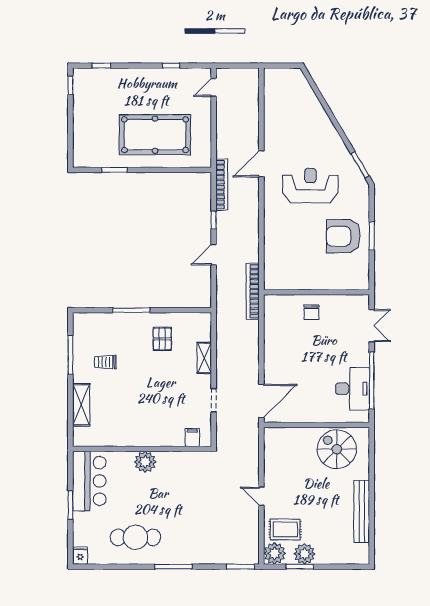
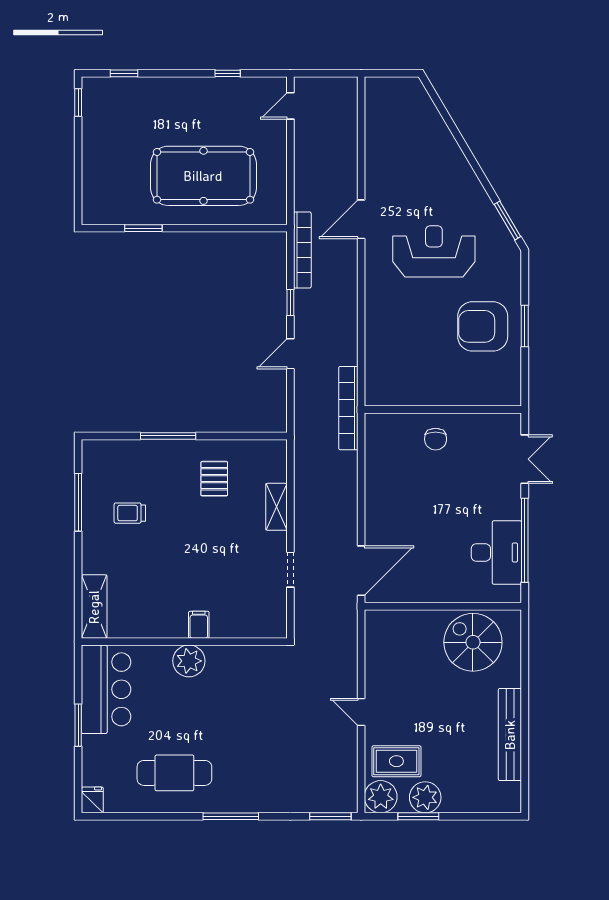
shelving: (81, 405) -> (94, 607), moved
filing cabinet: (192, 437) -> (199, 625), moved

